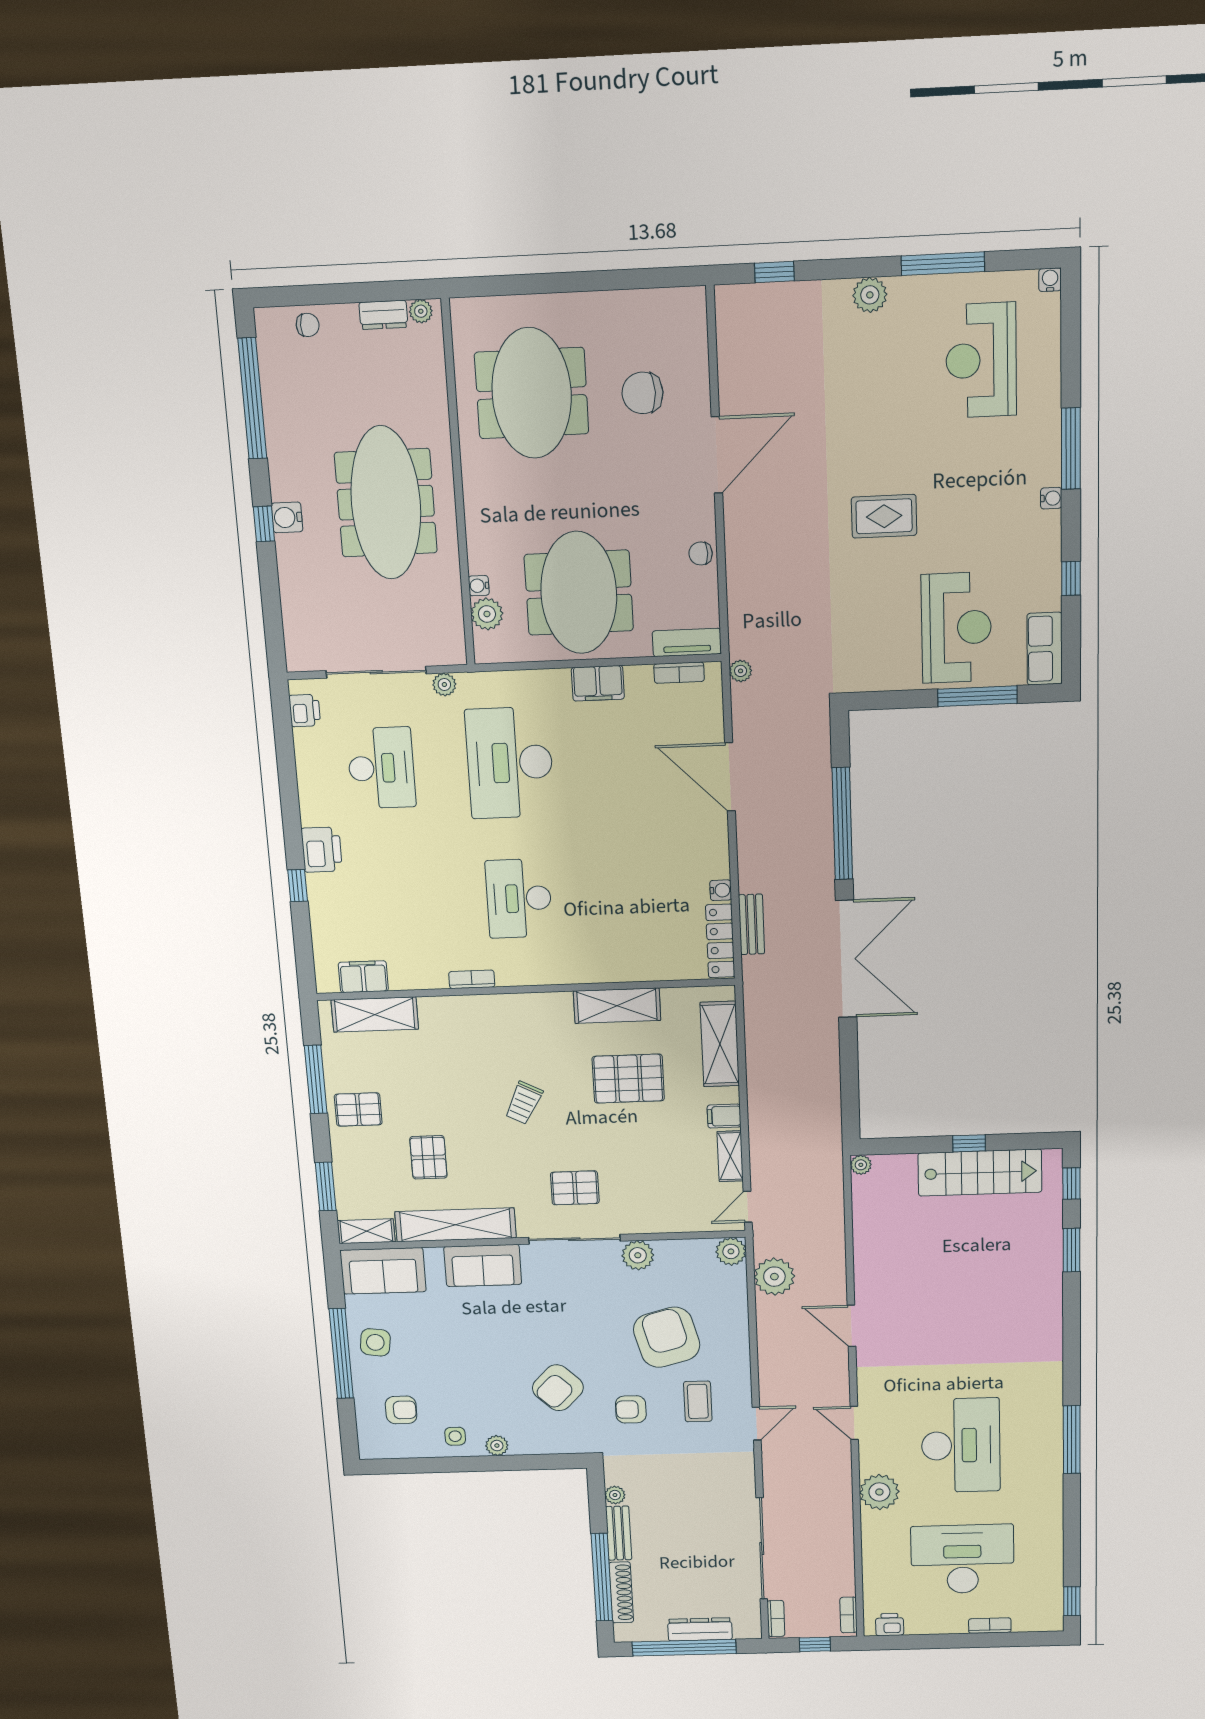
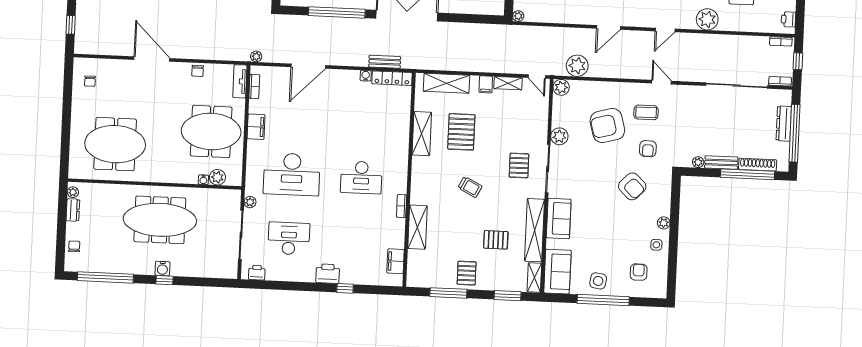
chair: (643, 393) -> (90, 81), moved, width x0.54, depth x0.54
shelving: (375, 1015) -> (417, 227), moved

